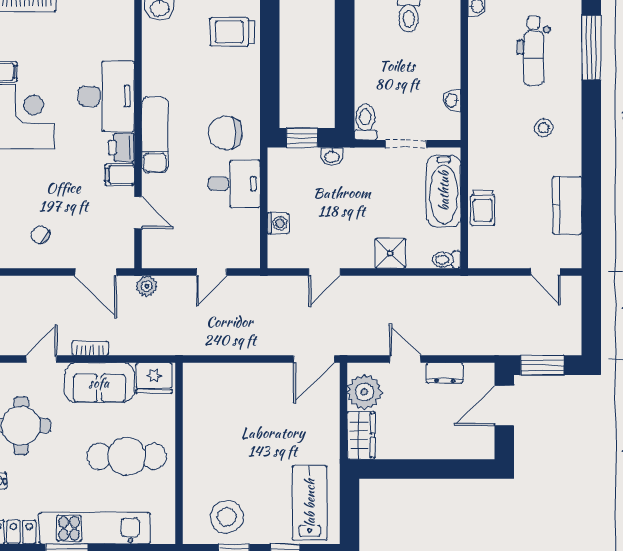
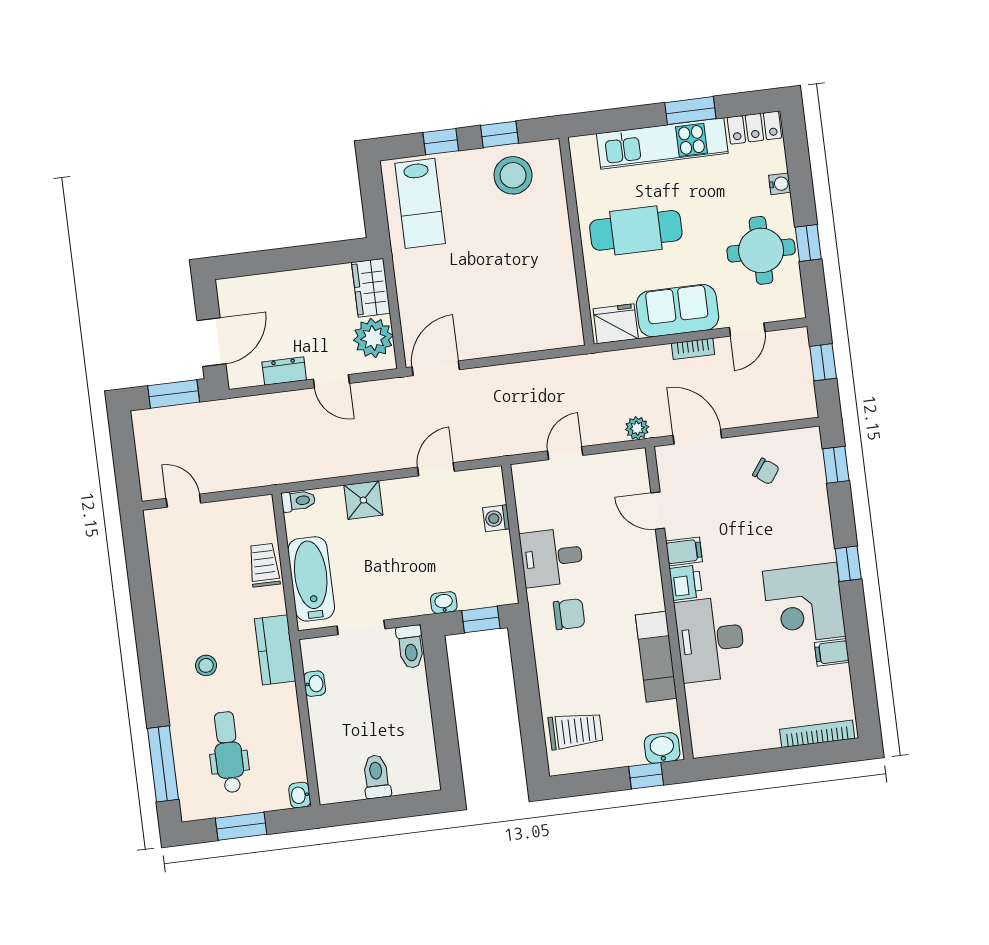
chair: (225, 133) -> (569, 614), width x0.73, depth x0.73
exam couch: (155, 135) -> (656, 657), moved
kitchen counter: (567, 205) -> (275, 650), moved, turned 180

